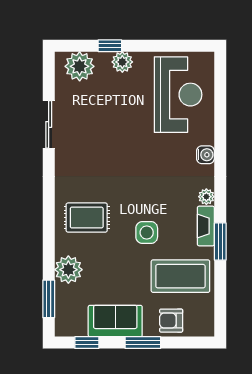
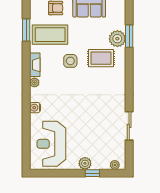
plant: (80, 66) -> (115, 165), width x0.53, depth x0.53
rug: (87, 218) -> (101, 58), moved
window: (220, 242) -> (26, 30), moved
window: (49, 299) -> (129, 36), moved

